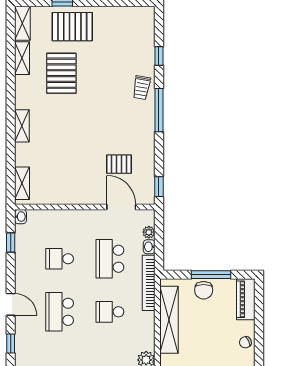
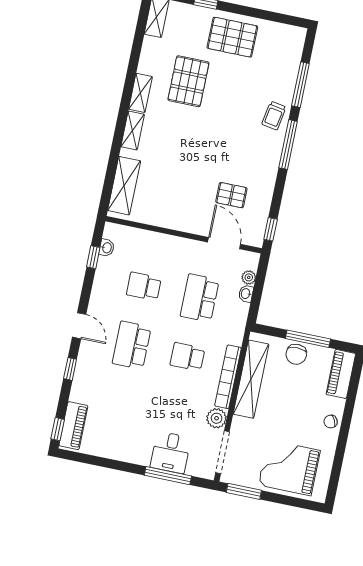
pallet: (72, 27) -> (232, 37), moved
window: (159, 56) -> (300, 85), width x2.17
shelving: (22, 58) -> (140, 93), moved
shelving: (22, 183) -> (124, 186), width x1.50, depth x1.33
washbasin: (20, 217) -> (107, 248), moved
bookcase: (149, 283) -> (228, 377), moved

